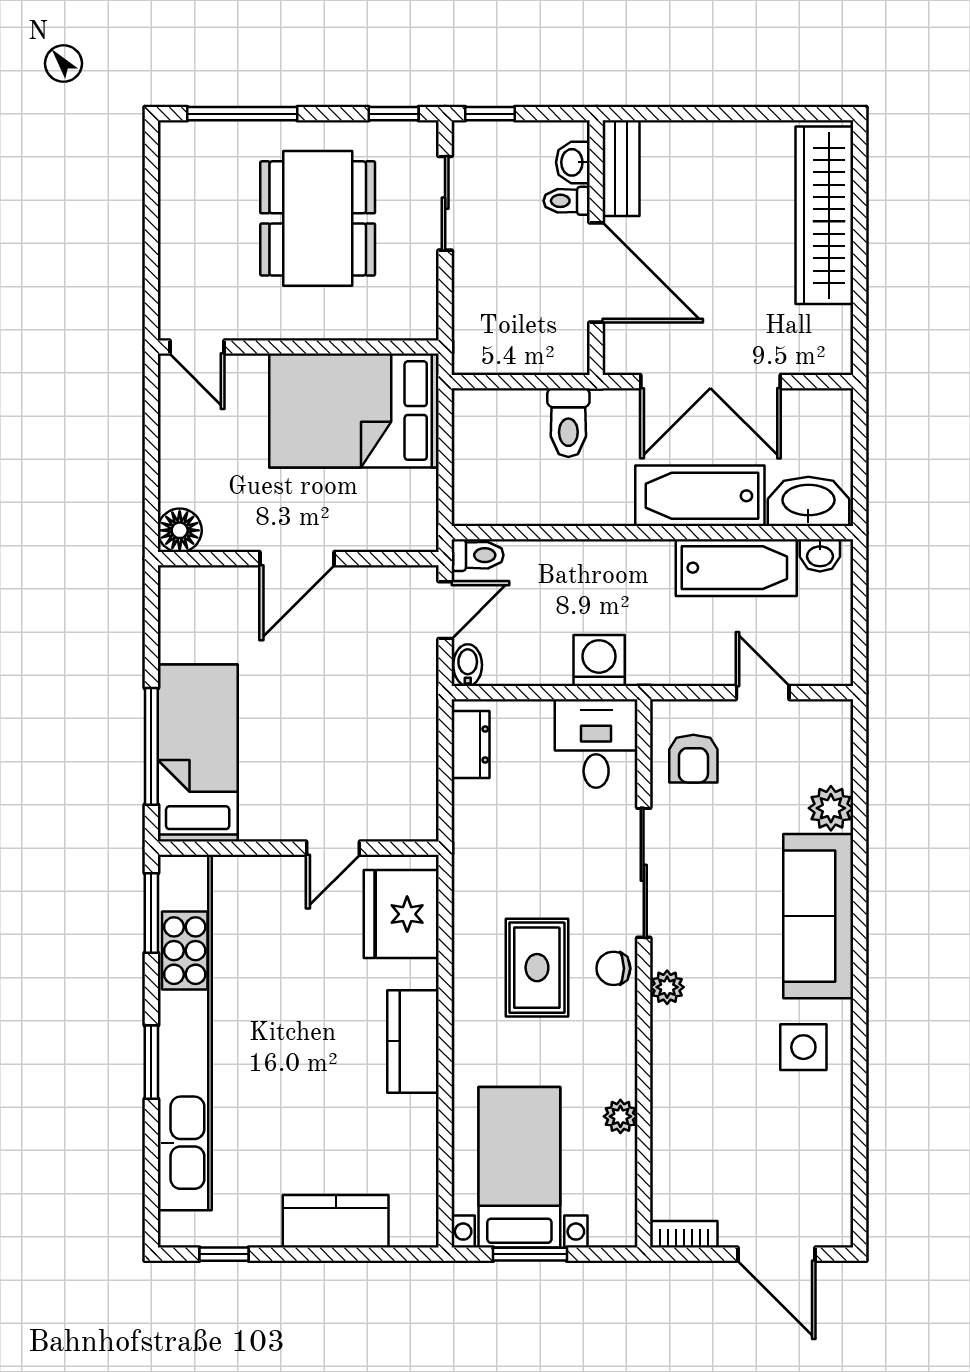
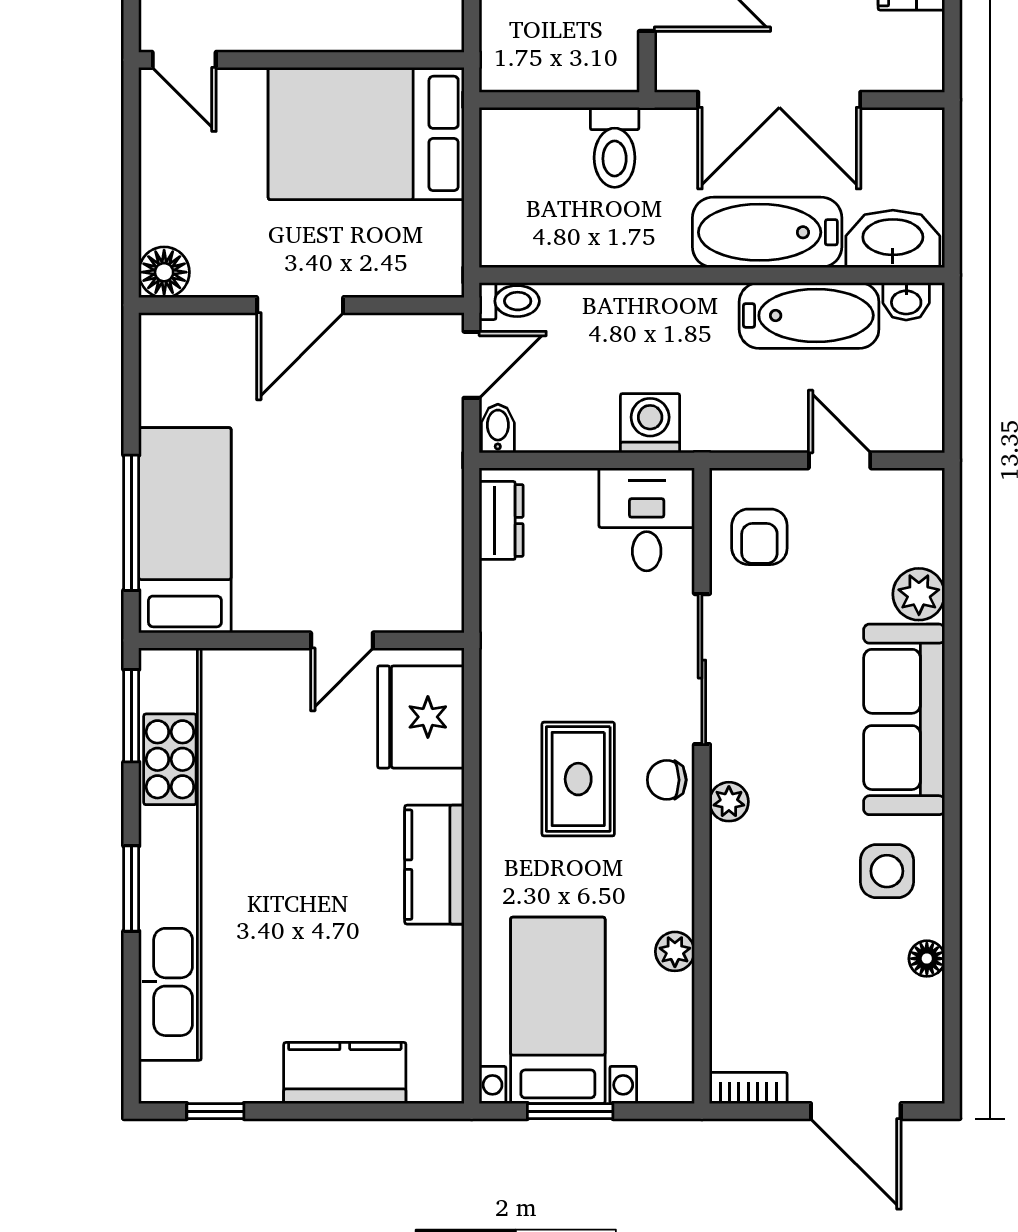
floor lamp: (838, 1123) -> (927, 959), added

